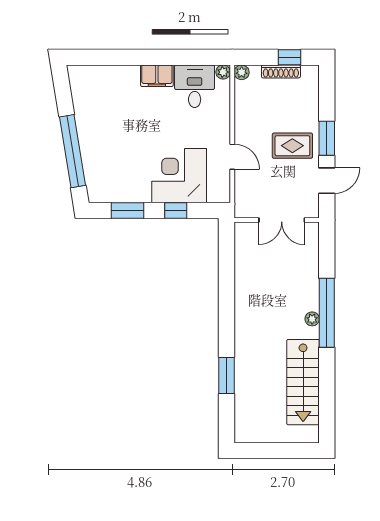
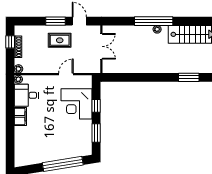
rug: (292, 146) -> (60, 40), turned 90

